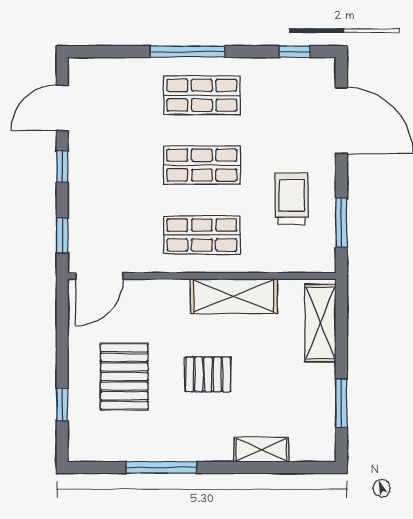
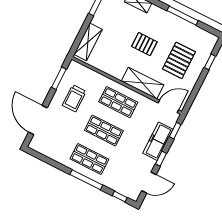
window: (295, 52) -> (120, 197), moved
freezer: (86, 198) -> (158, 141), added
shelving: (234, 296) -> (143, 83), moved

